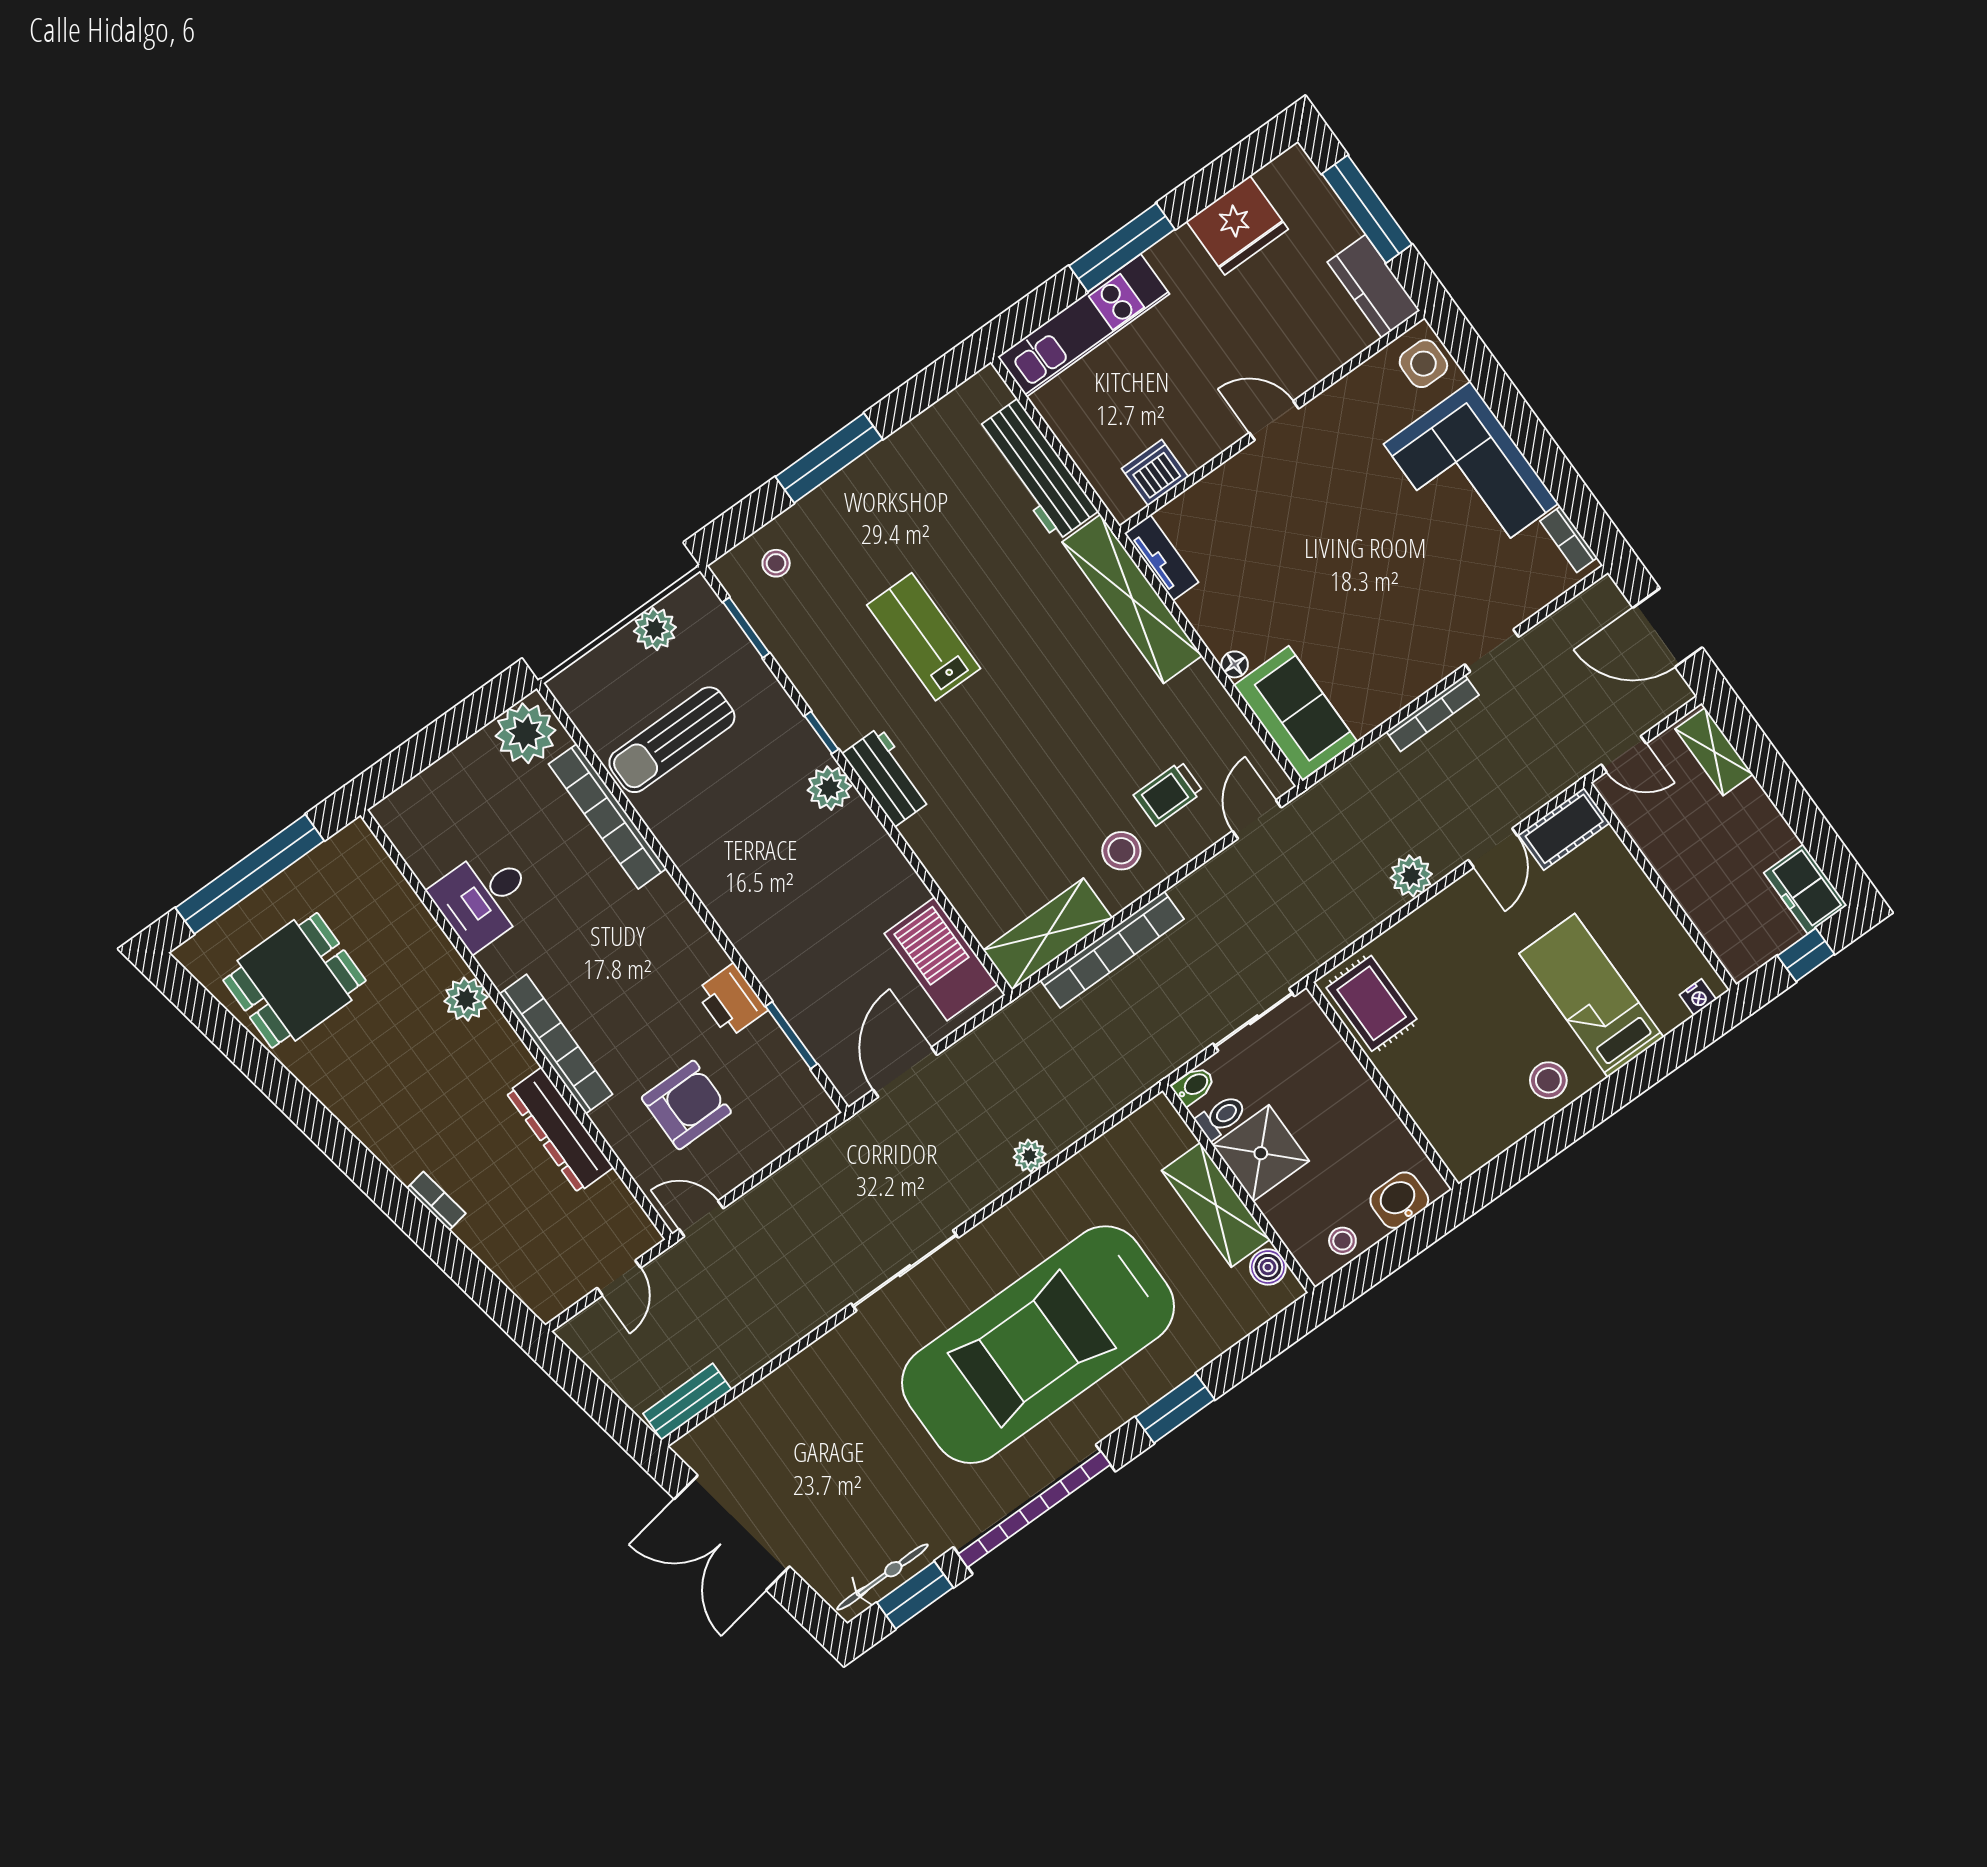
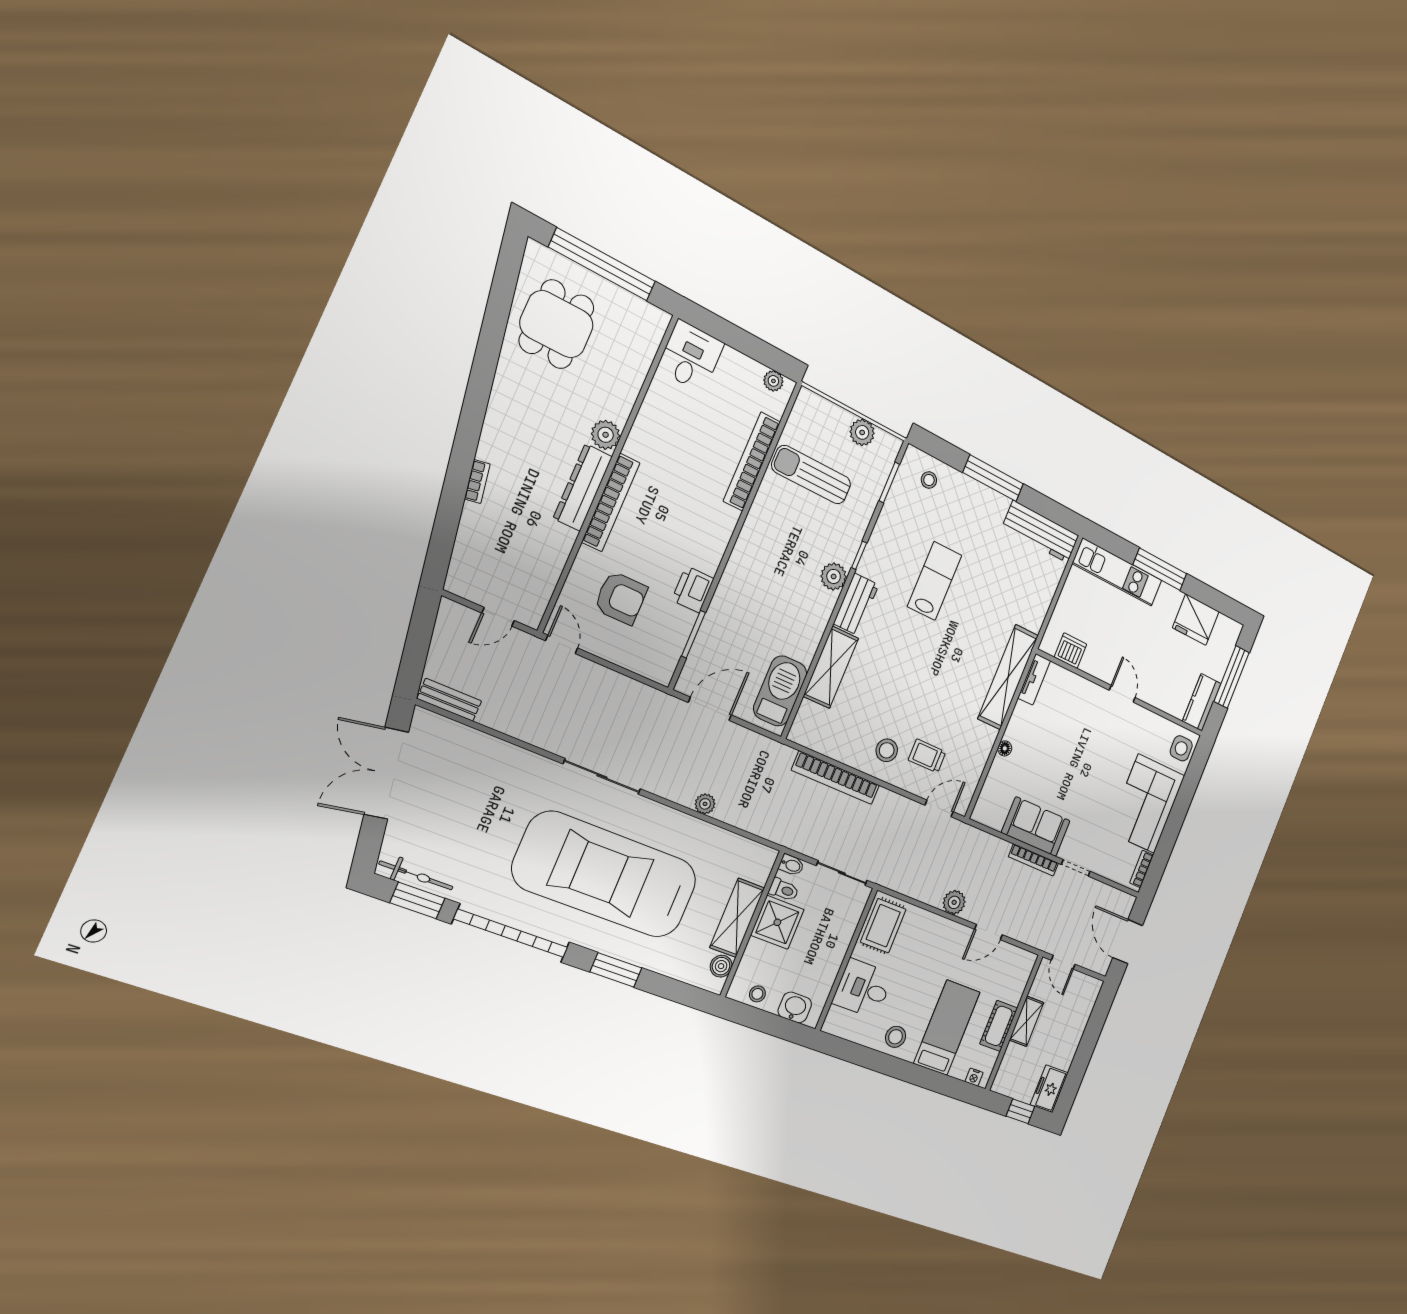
workbench: (1037, 470) -> (1041, 532), moved, turned -90
sofa: (1295, 713) -> (1036, 827), moved, turned -90
plant: (525, 733) -> (773, 381), width x0.53, depth x0.53
shelving: (1714, 752) -> (1027, 1021), moved
cot: (1564, 829) -> (999, 1026), moved, turned 90
desk: (484, 898) -> (691, 356), moved, turned 90
shelving: (1048, 934) -> (831, 667), moved, turned 90
dining table: (295, 980) -> (557, 324), turned 90
desk: (1442, 1087) -> (863, 989), added
dresser: (560, 1130) -> (583, 487), moved

